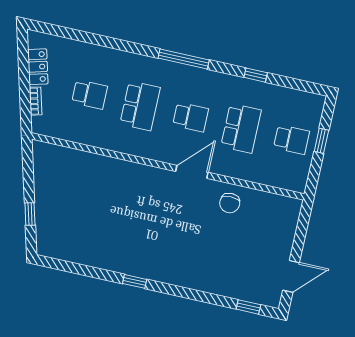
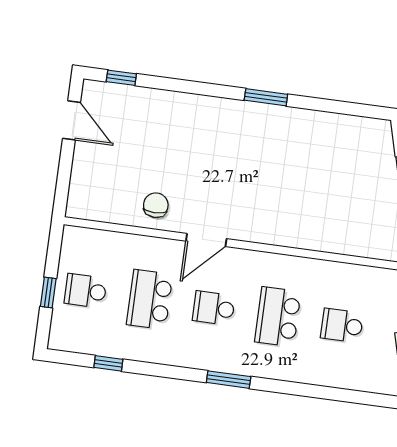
window: (184, 59) -> (229, 380), width x0.69
window: (256, 75) -> (108, 363), moved
door: (291, 276) -> (72, 120), swing flipped
window: (135, 281) -> (266, 97), width x1.50

